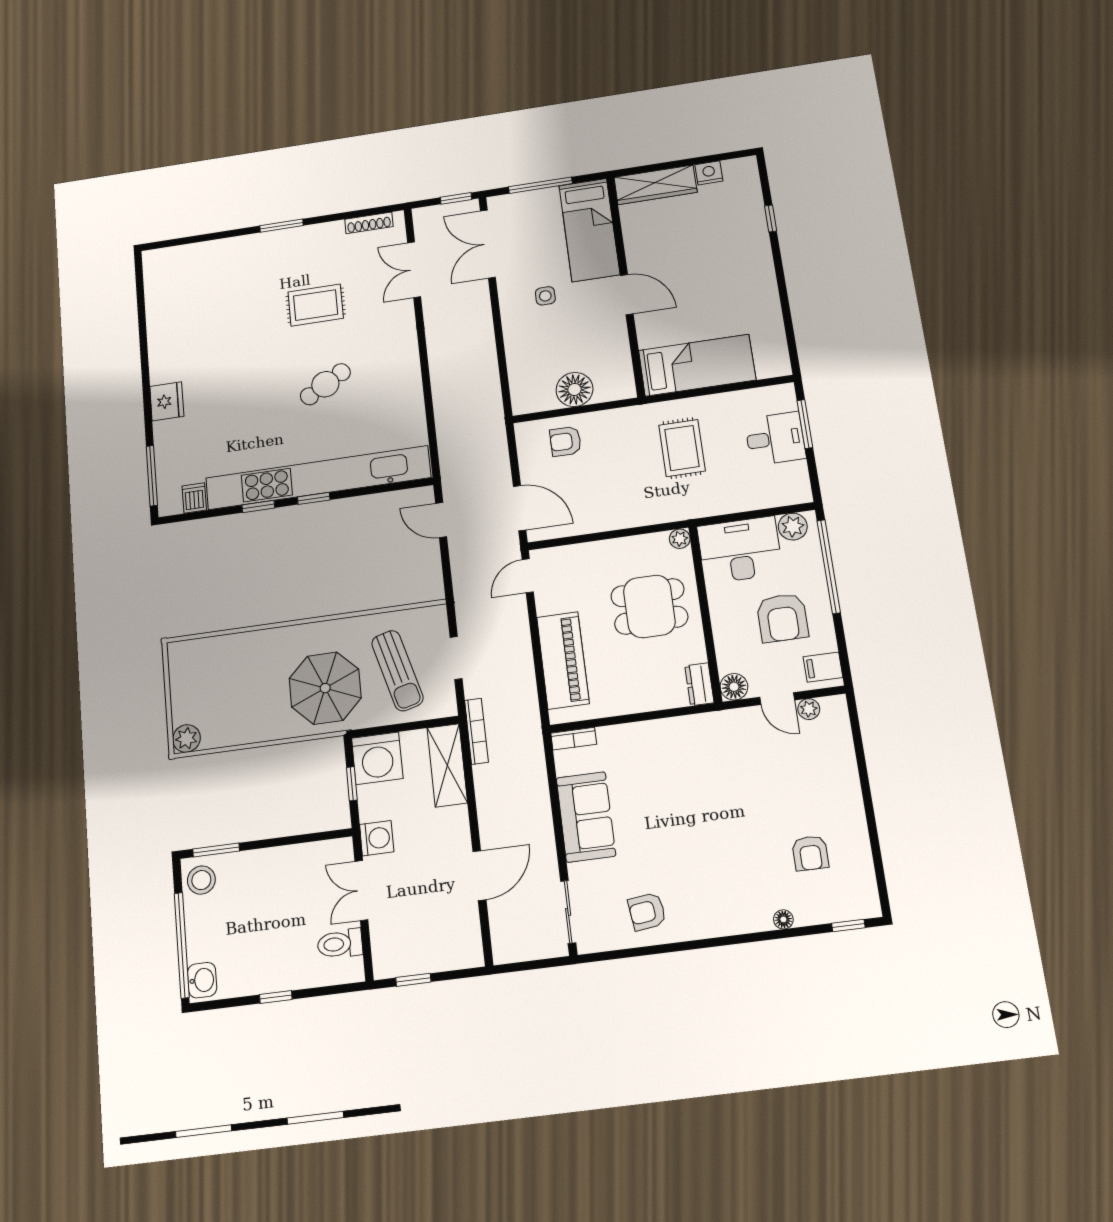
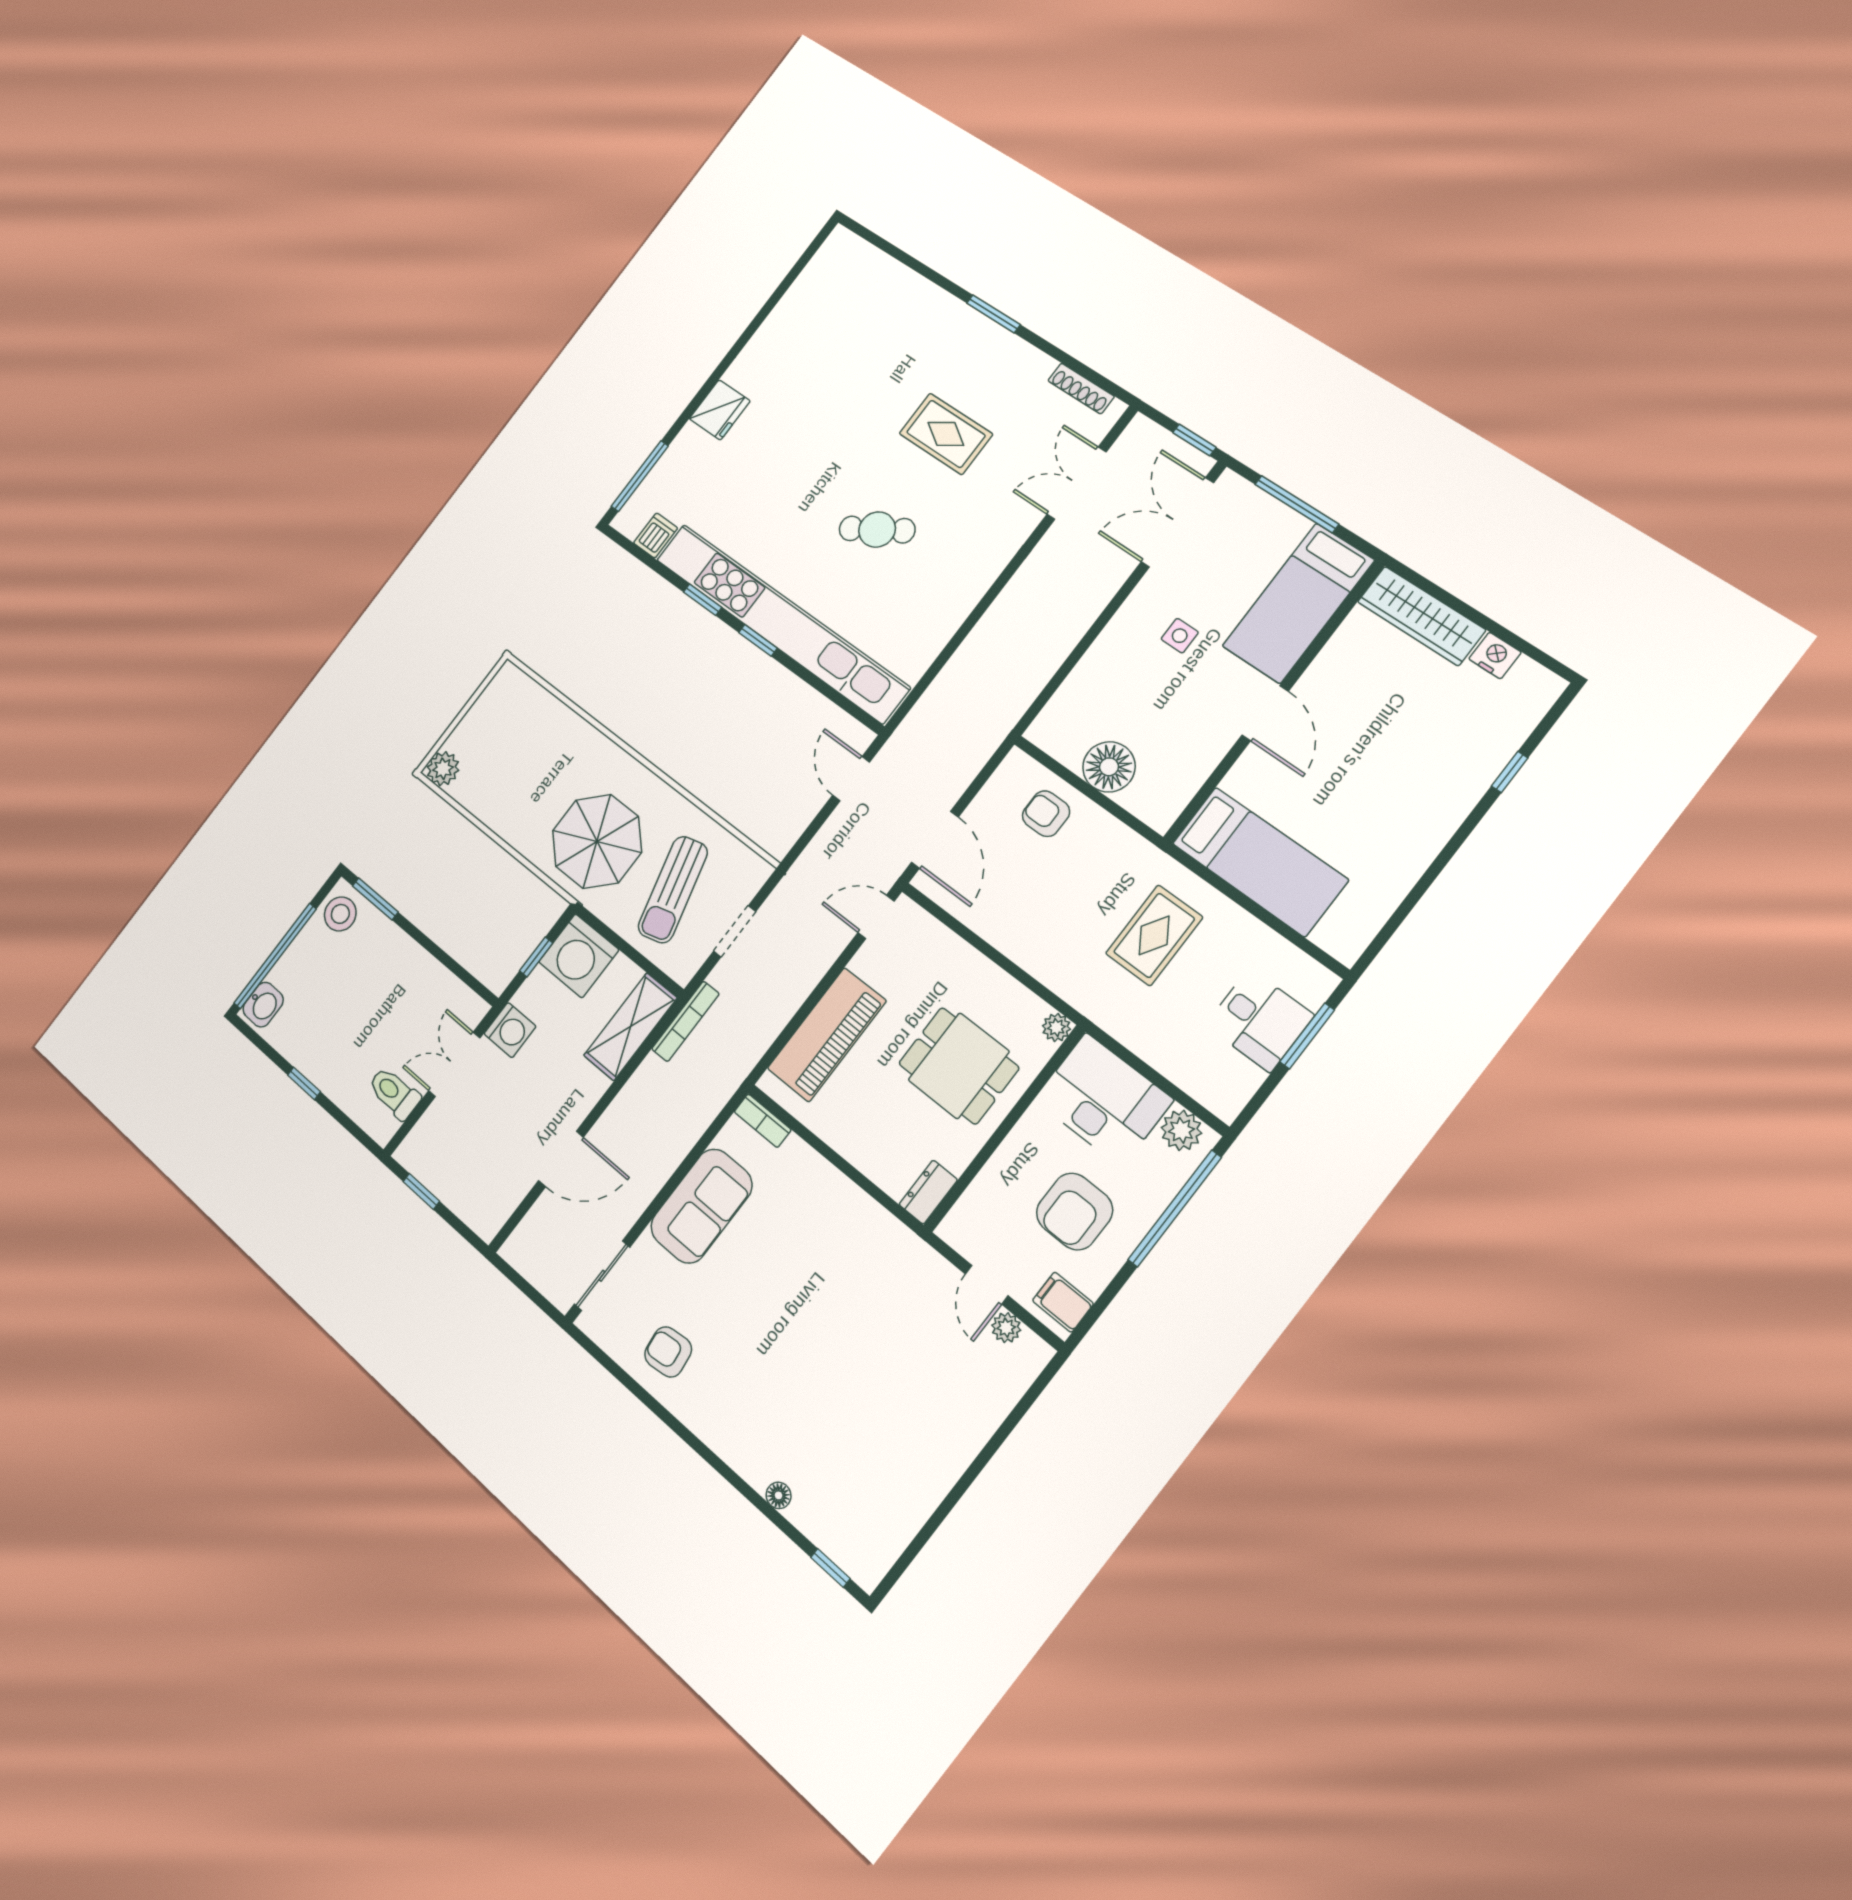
floor lamp: (734, 687) -> (958, 1229), removed
armchair: (810, 853) -> (865, 1464), removed

